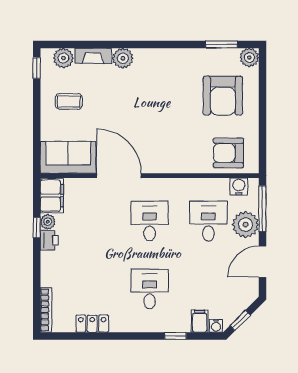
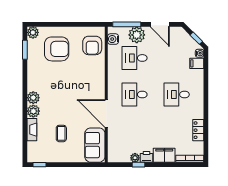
plant: (63, 58) -> (33, 98), moved
coffee table: (69, 101) -> (61, 133), moved
door: (119, 176) -> (106, 113), hinge flipped
filing cabinet: (52, 196) -> (164, 155), moved
window: (176, 336) -> (206, 78), removed

